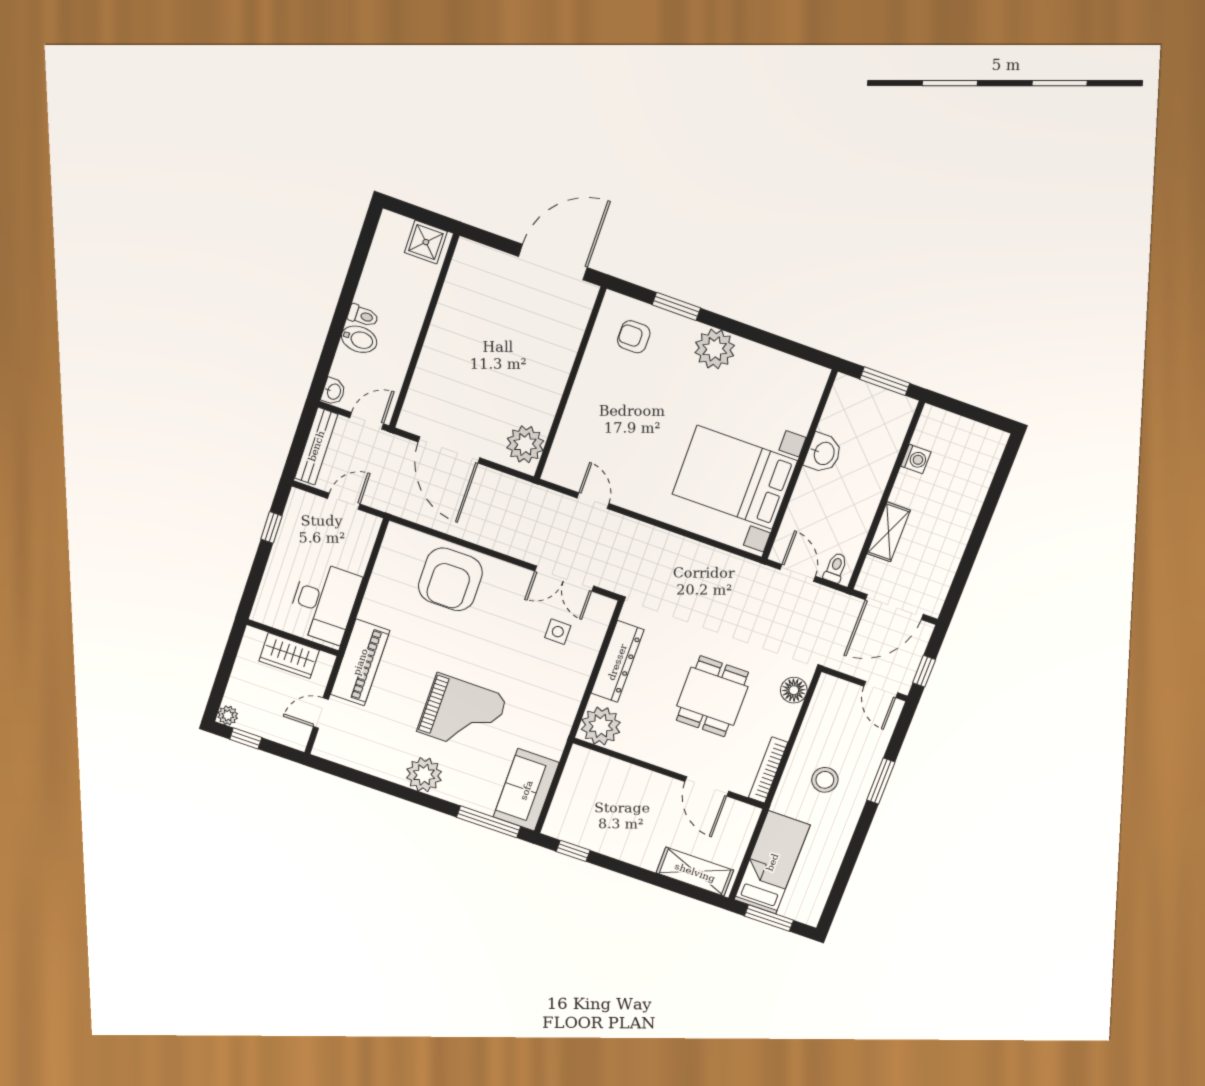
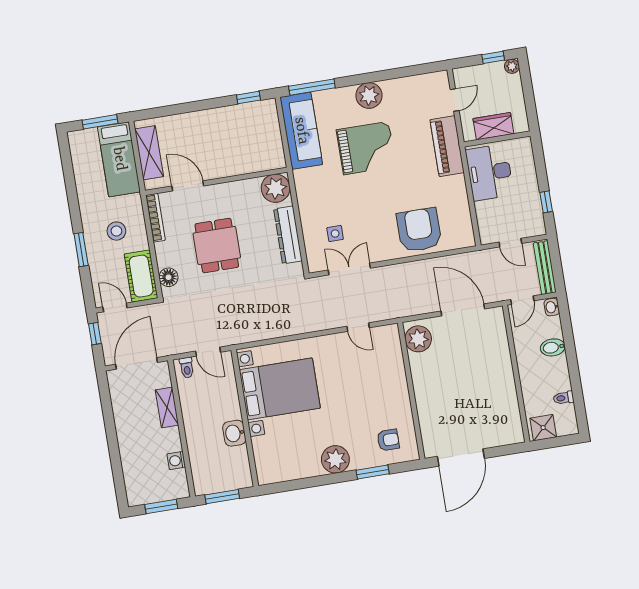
toilet: (363, 316) -> (564, 398), moved
window: (969, 411) -> (161, 507), added
door: (344, 501) -> (510, 243), hinge flipped
cot: (827, 710) -> (141, 276), added
grand piano: (462, 714) -> (366, 148), turned 180
sofa: (526, 790) -> (301, 131), width x1.36
shelving: (695, 872) -> (149, 153), moved, turned 90

